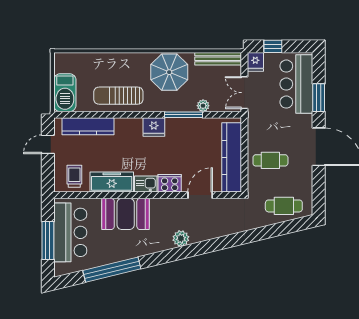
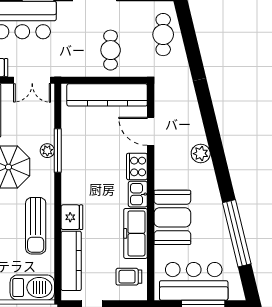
plant: (203, 106) -> (47, 151), moved
fridge: (154, 127) -> (72, 217), moved

